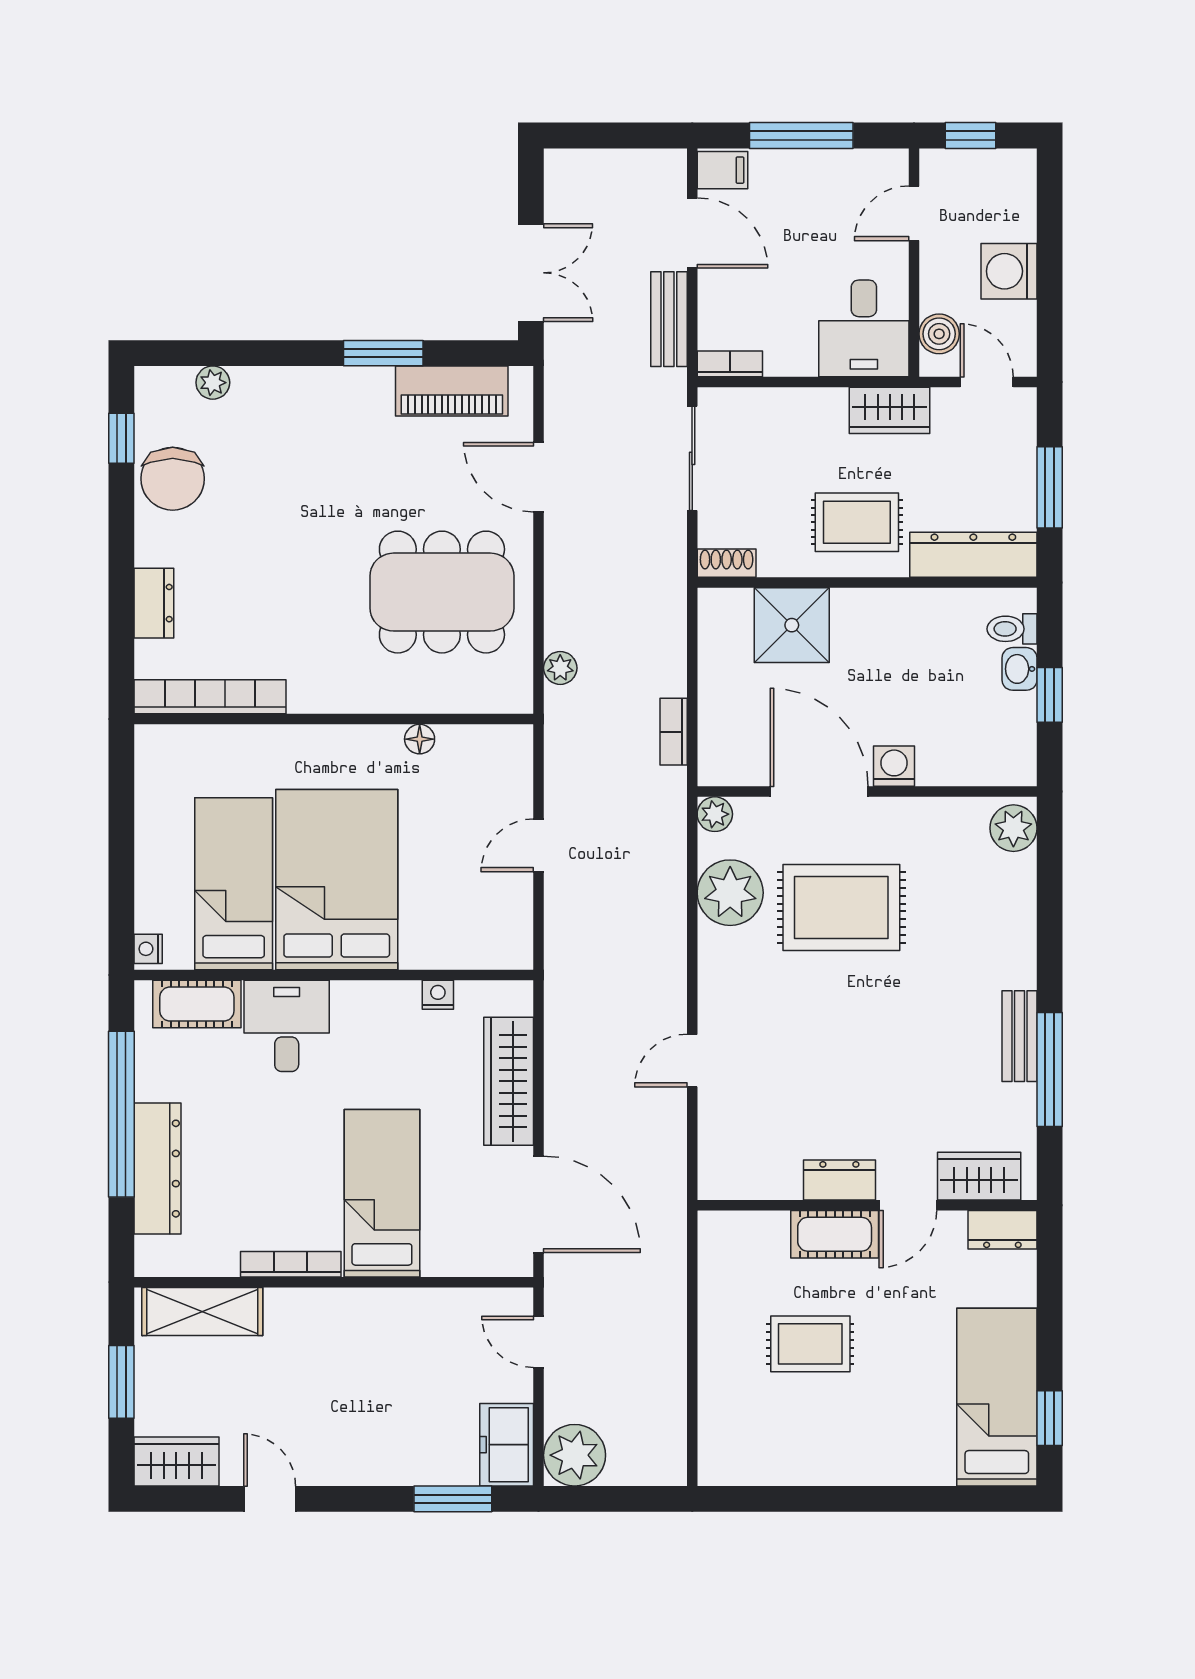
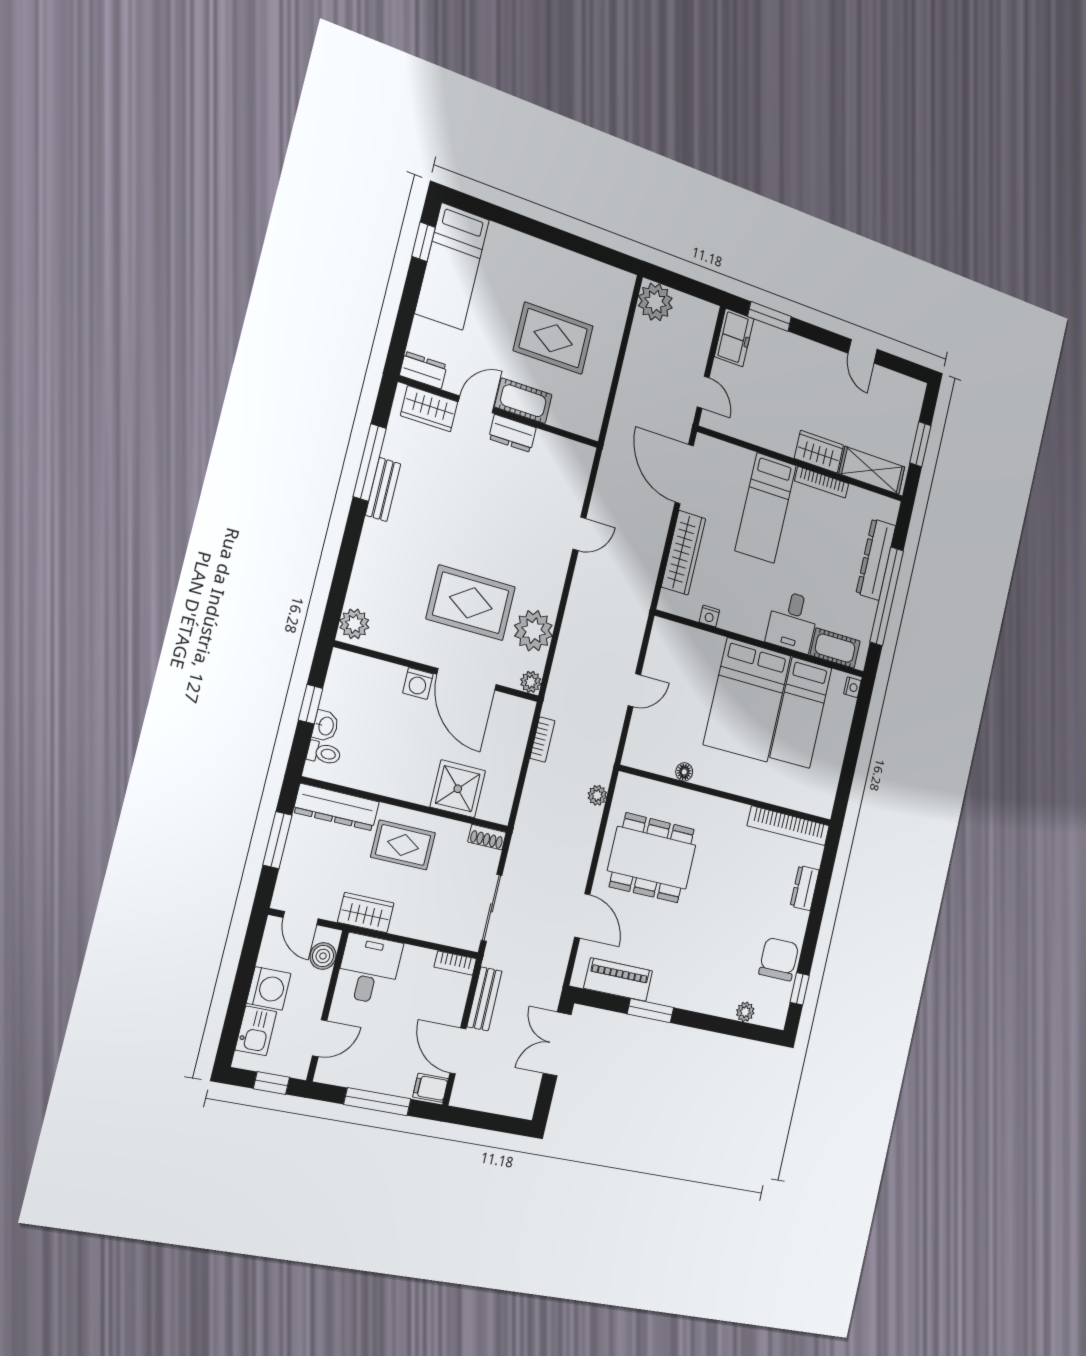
kitchen sink: (1013, 207) -> (256, 1031), added
rug: (810, 1344) -> (553, 338), width x1.36, depth x1.43
plant: (575, 1455) -> (655, 302), moved
wardrobe: (176, 1462) -> (819, 452), moved, turned 180

